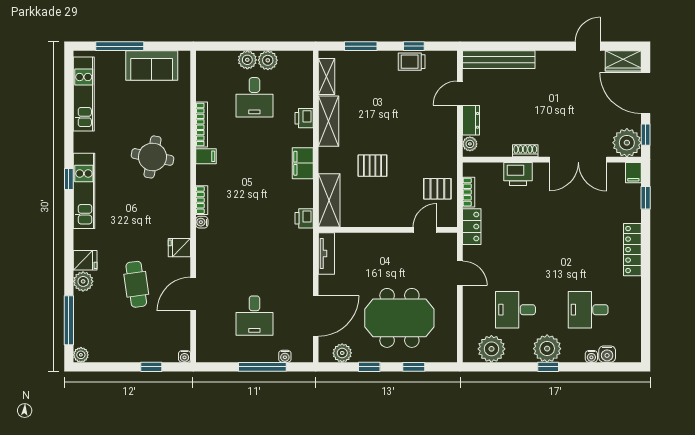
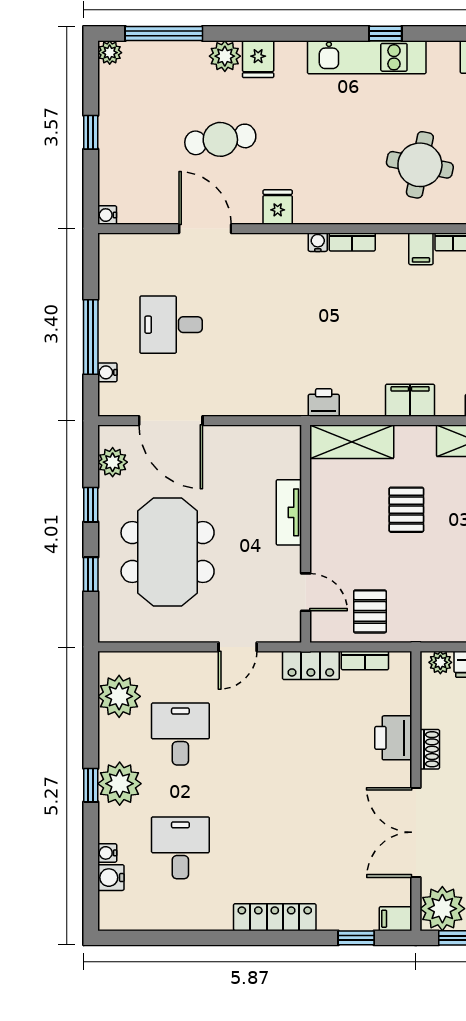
tv unit: (326, 254) -> (289, 512), moved, turned 90
window: (151, 367) -> (91, 132), moved

